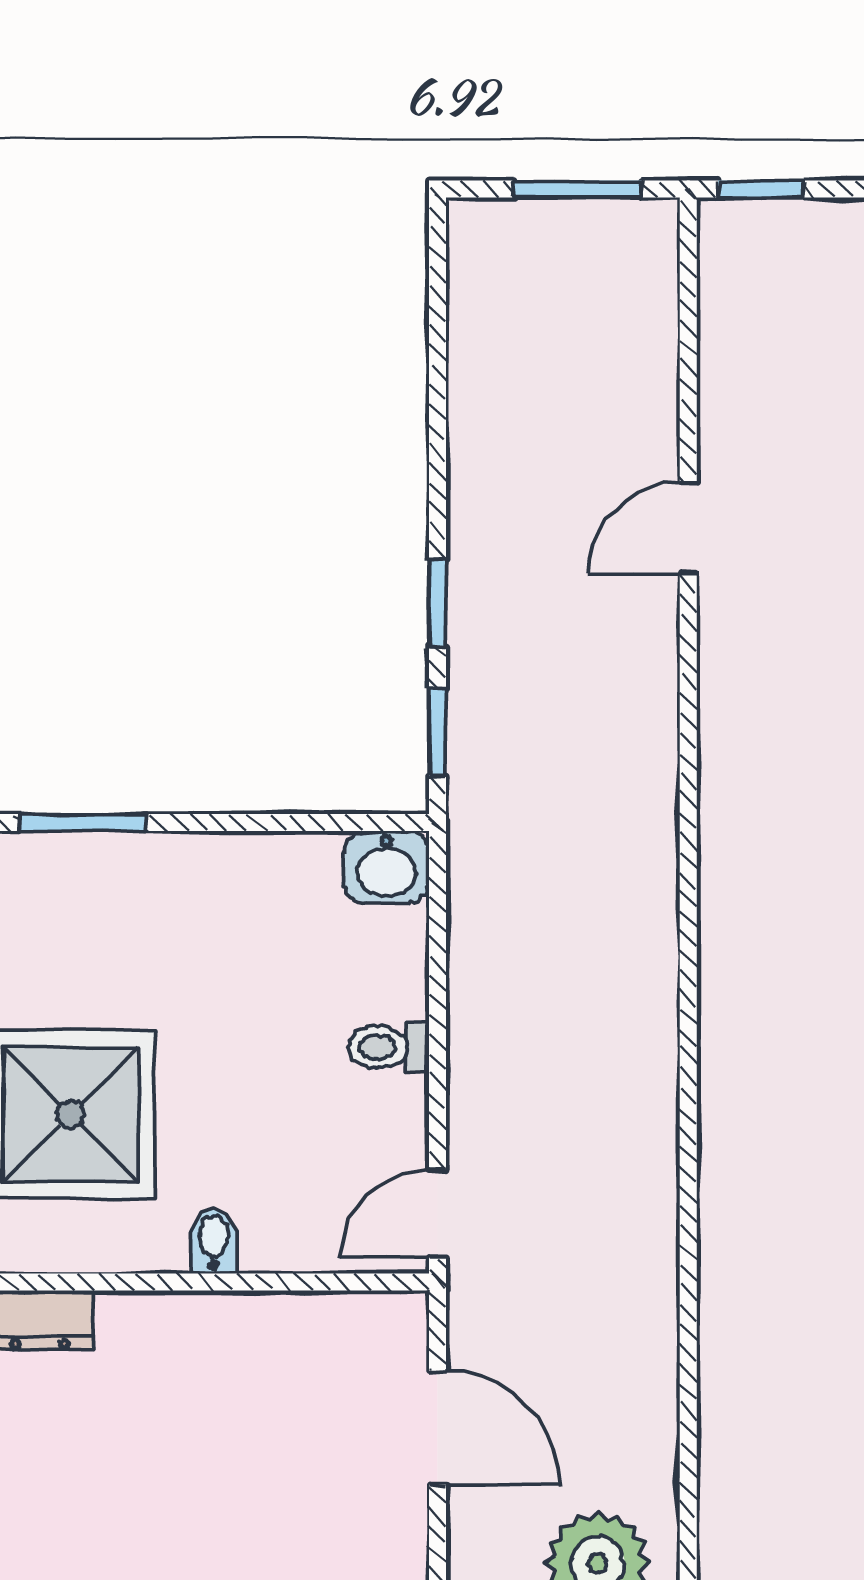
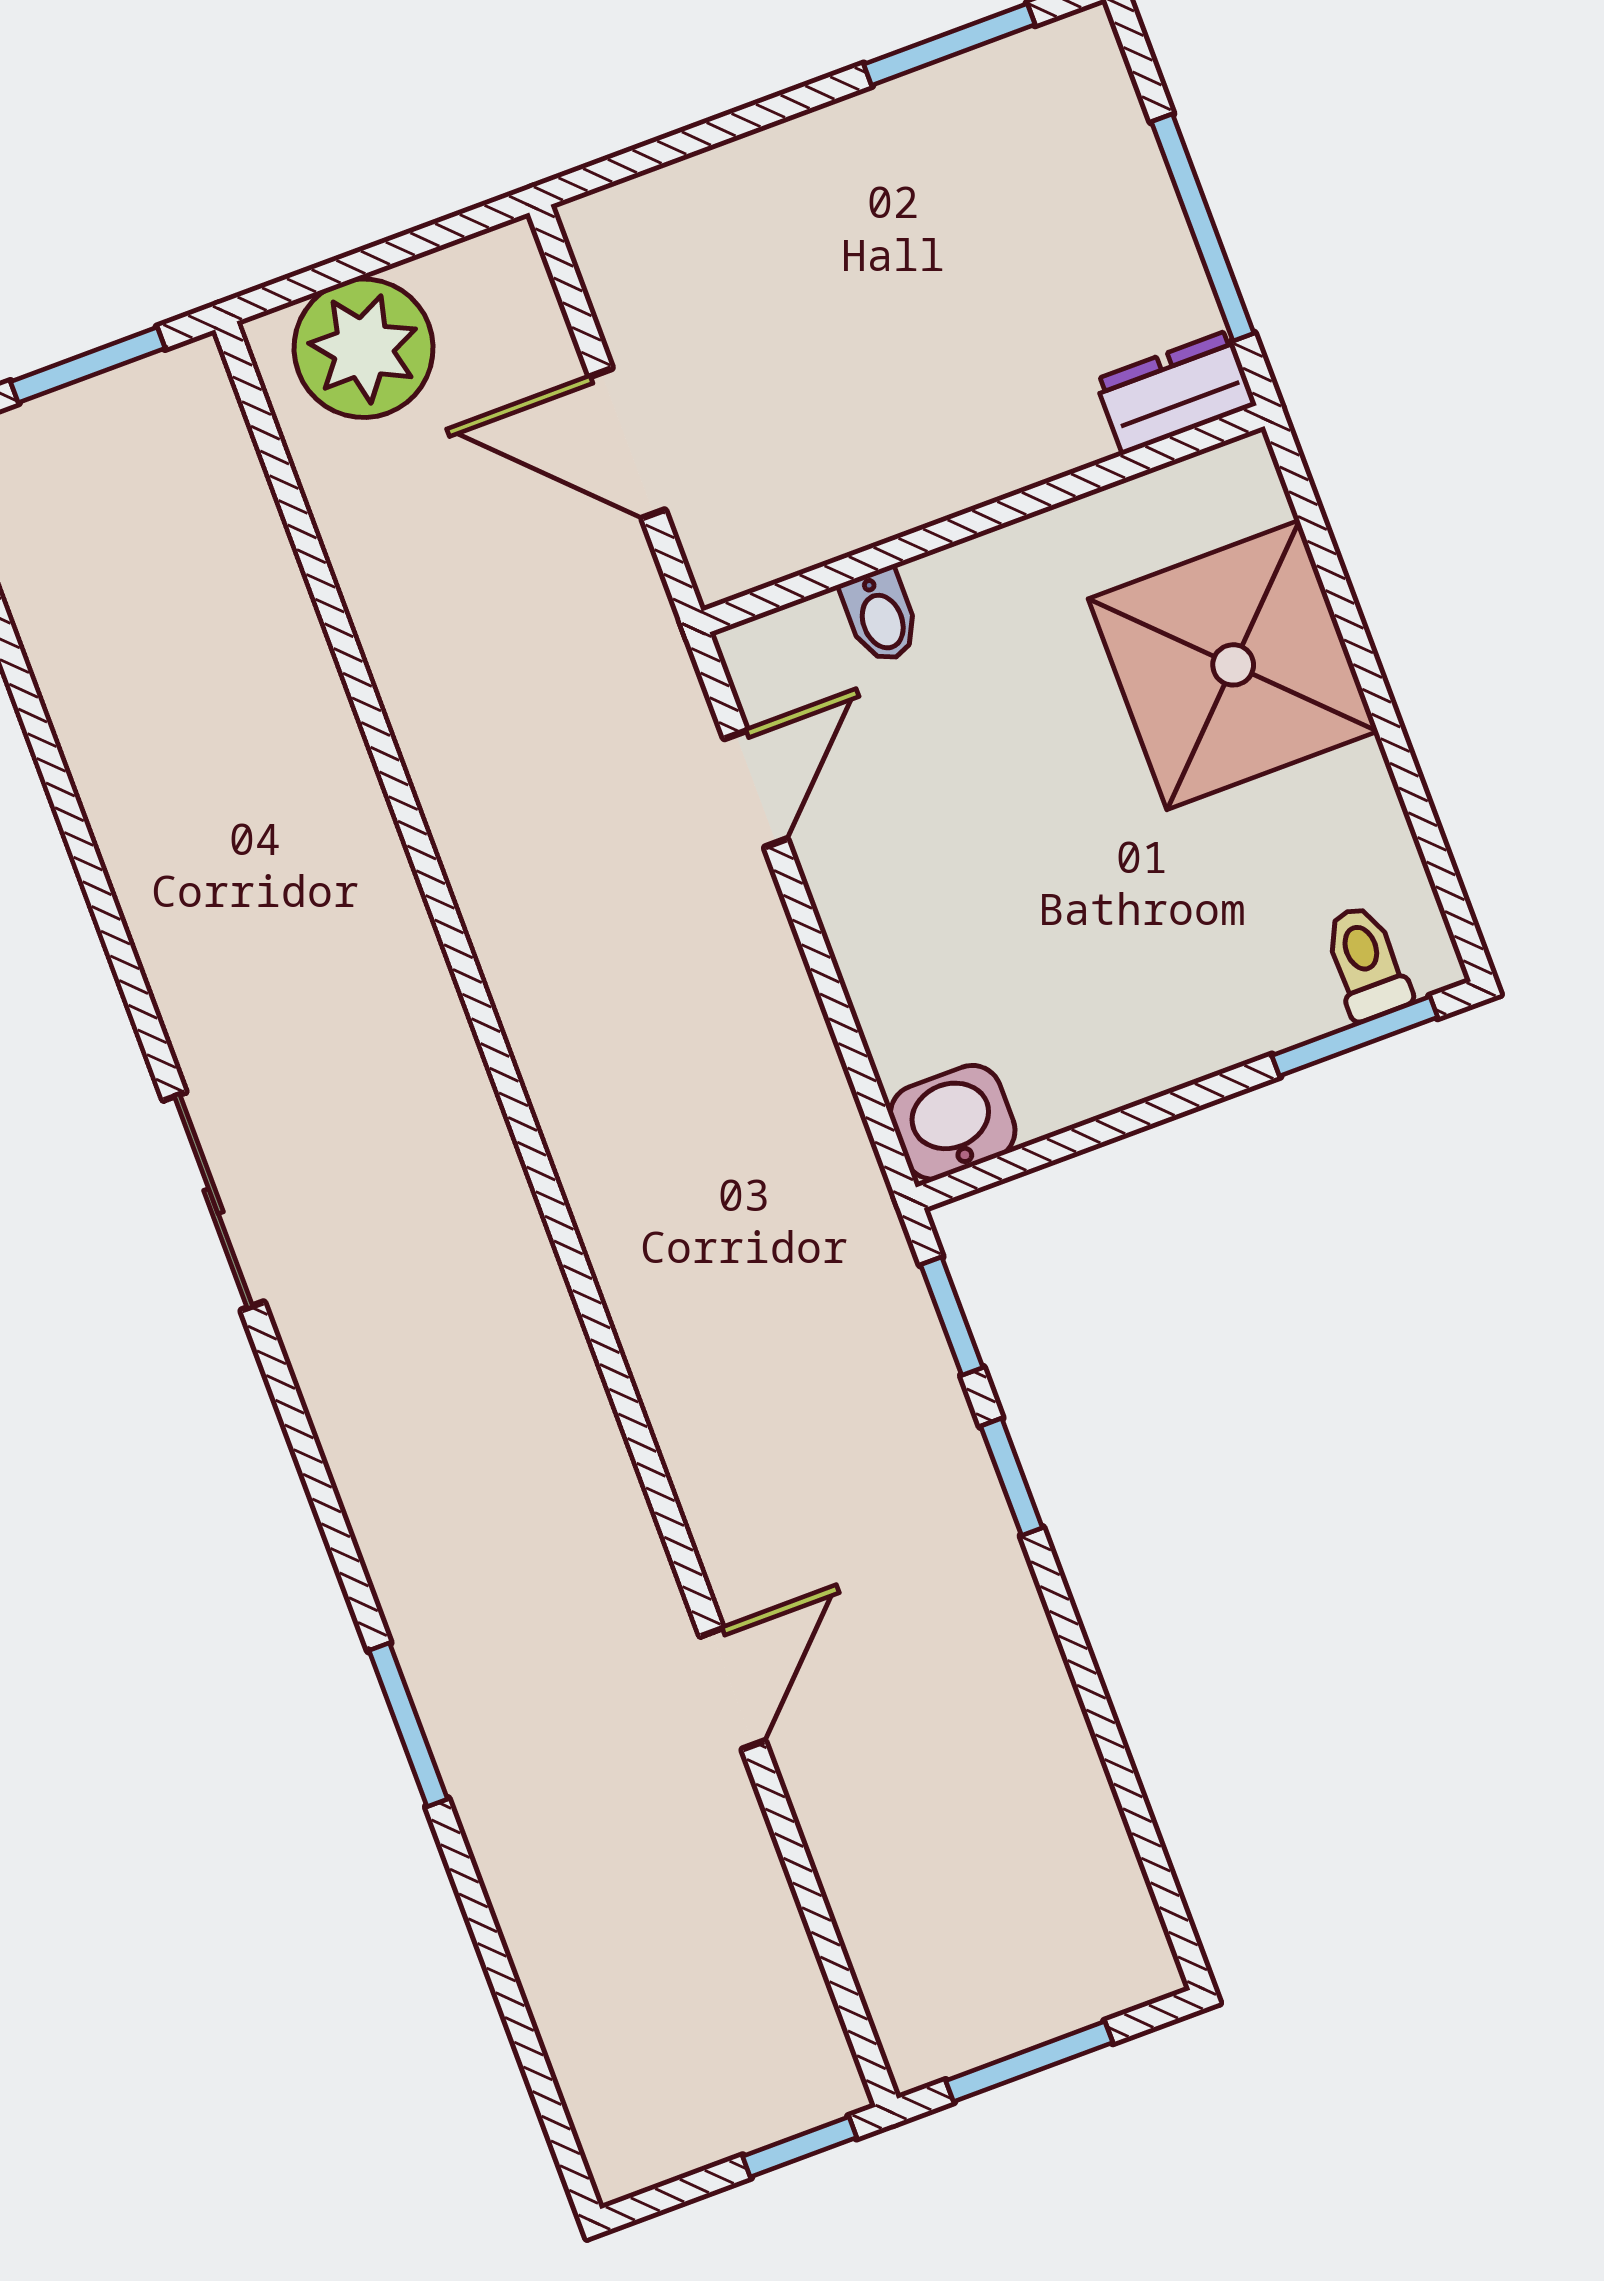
toilet: (389, 1047) -> (1366, 962), moved, turned -90
door: (438, 1214) -> (756, 789), moved
bidet: (214, 1241) -> (881, 616), moved

